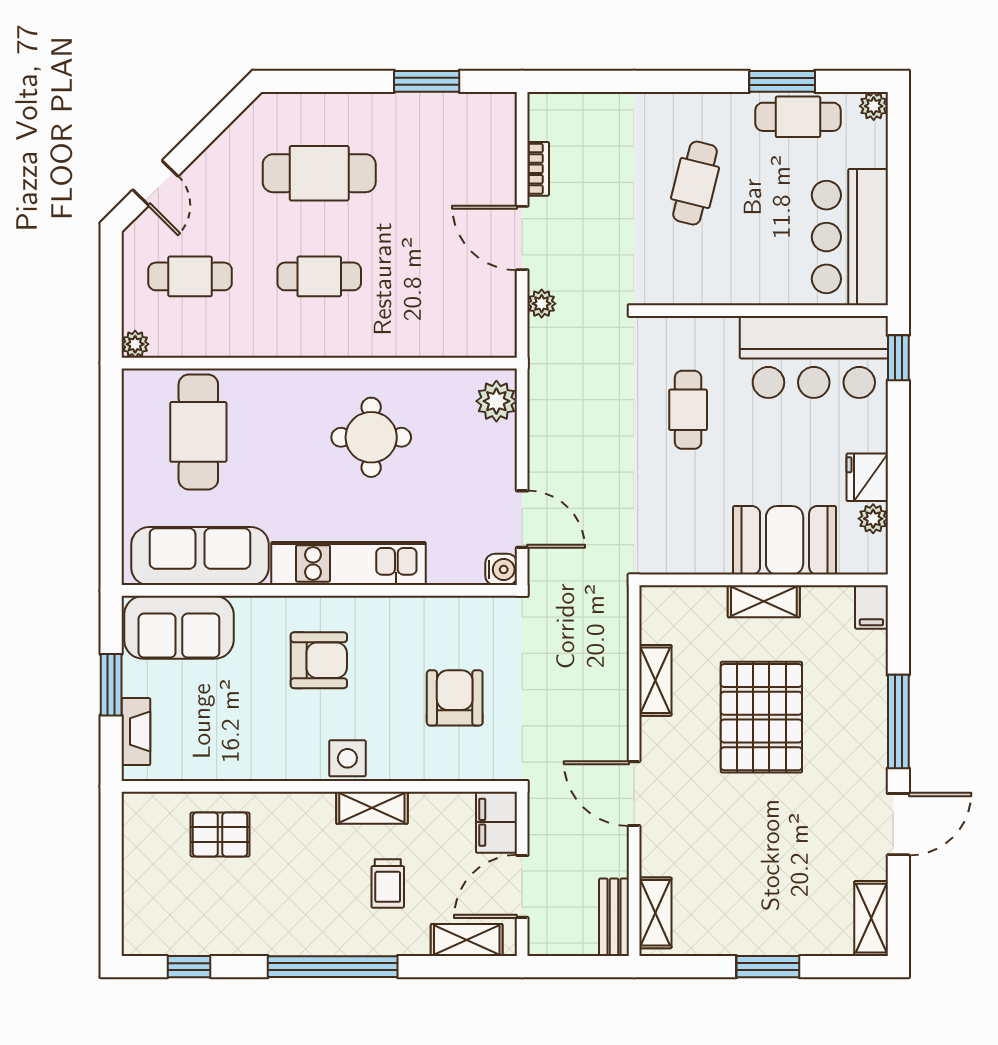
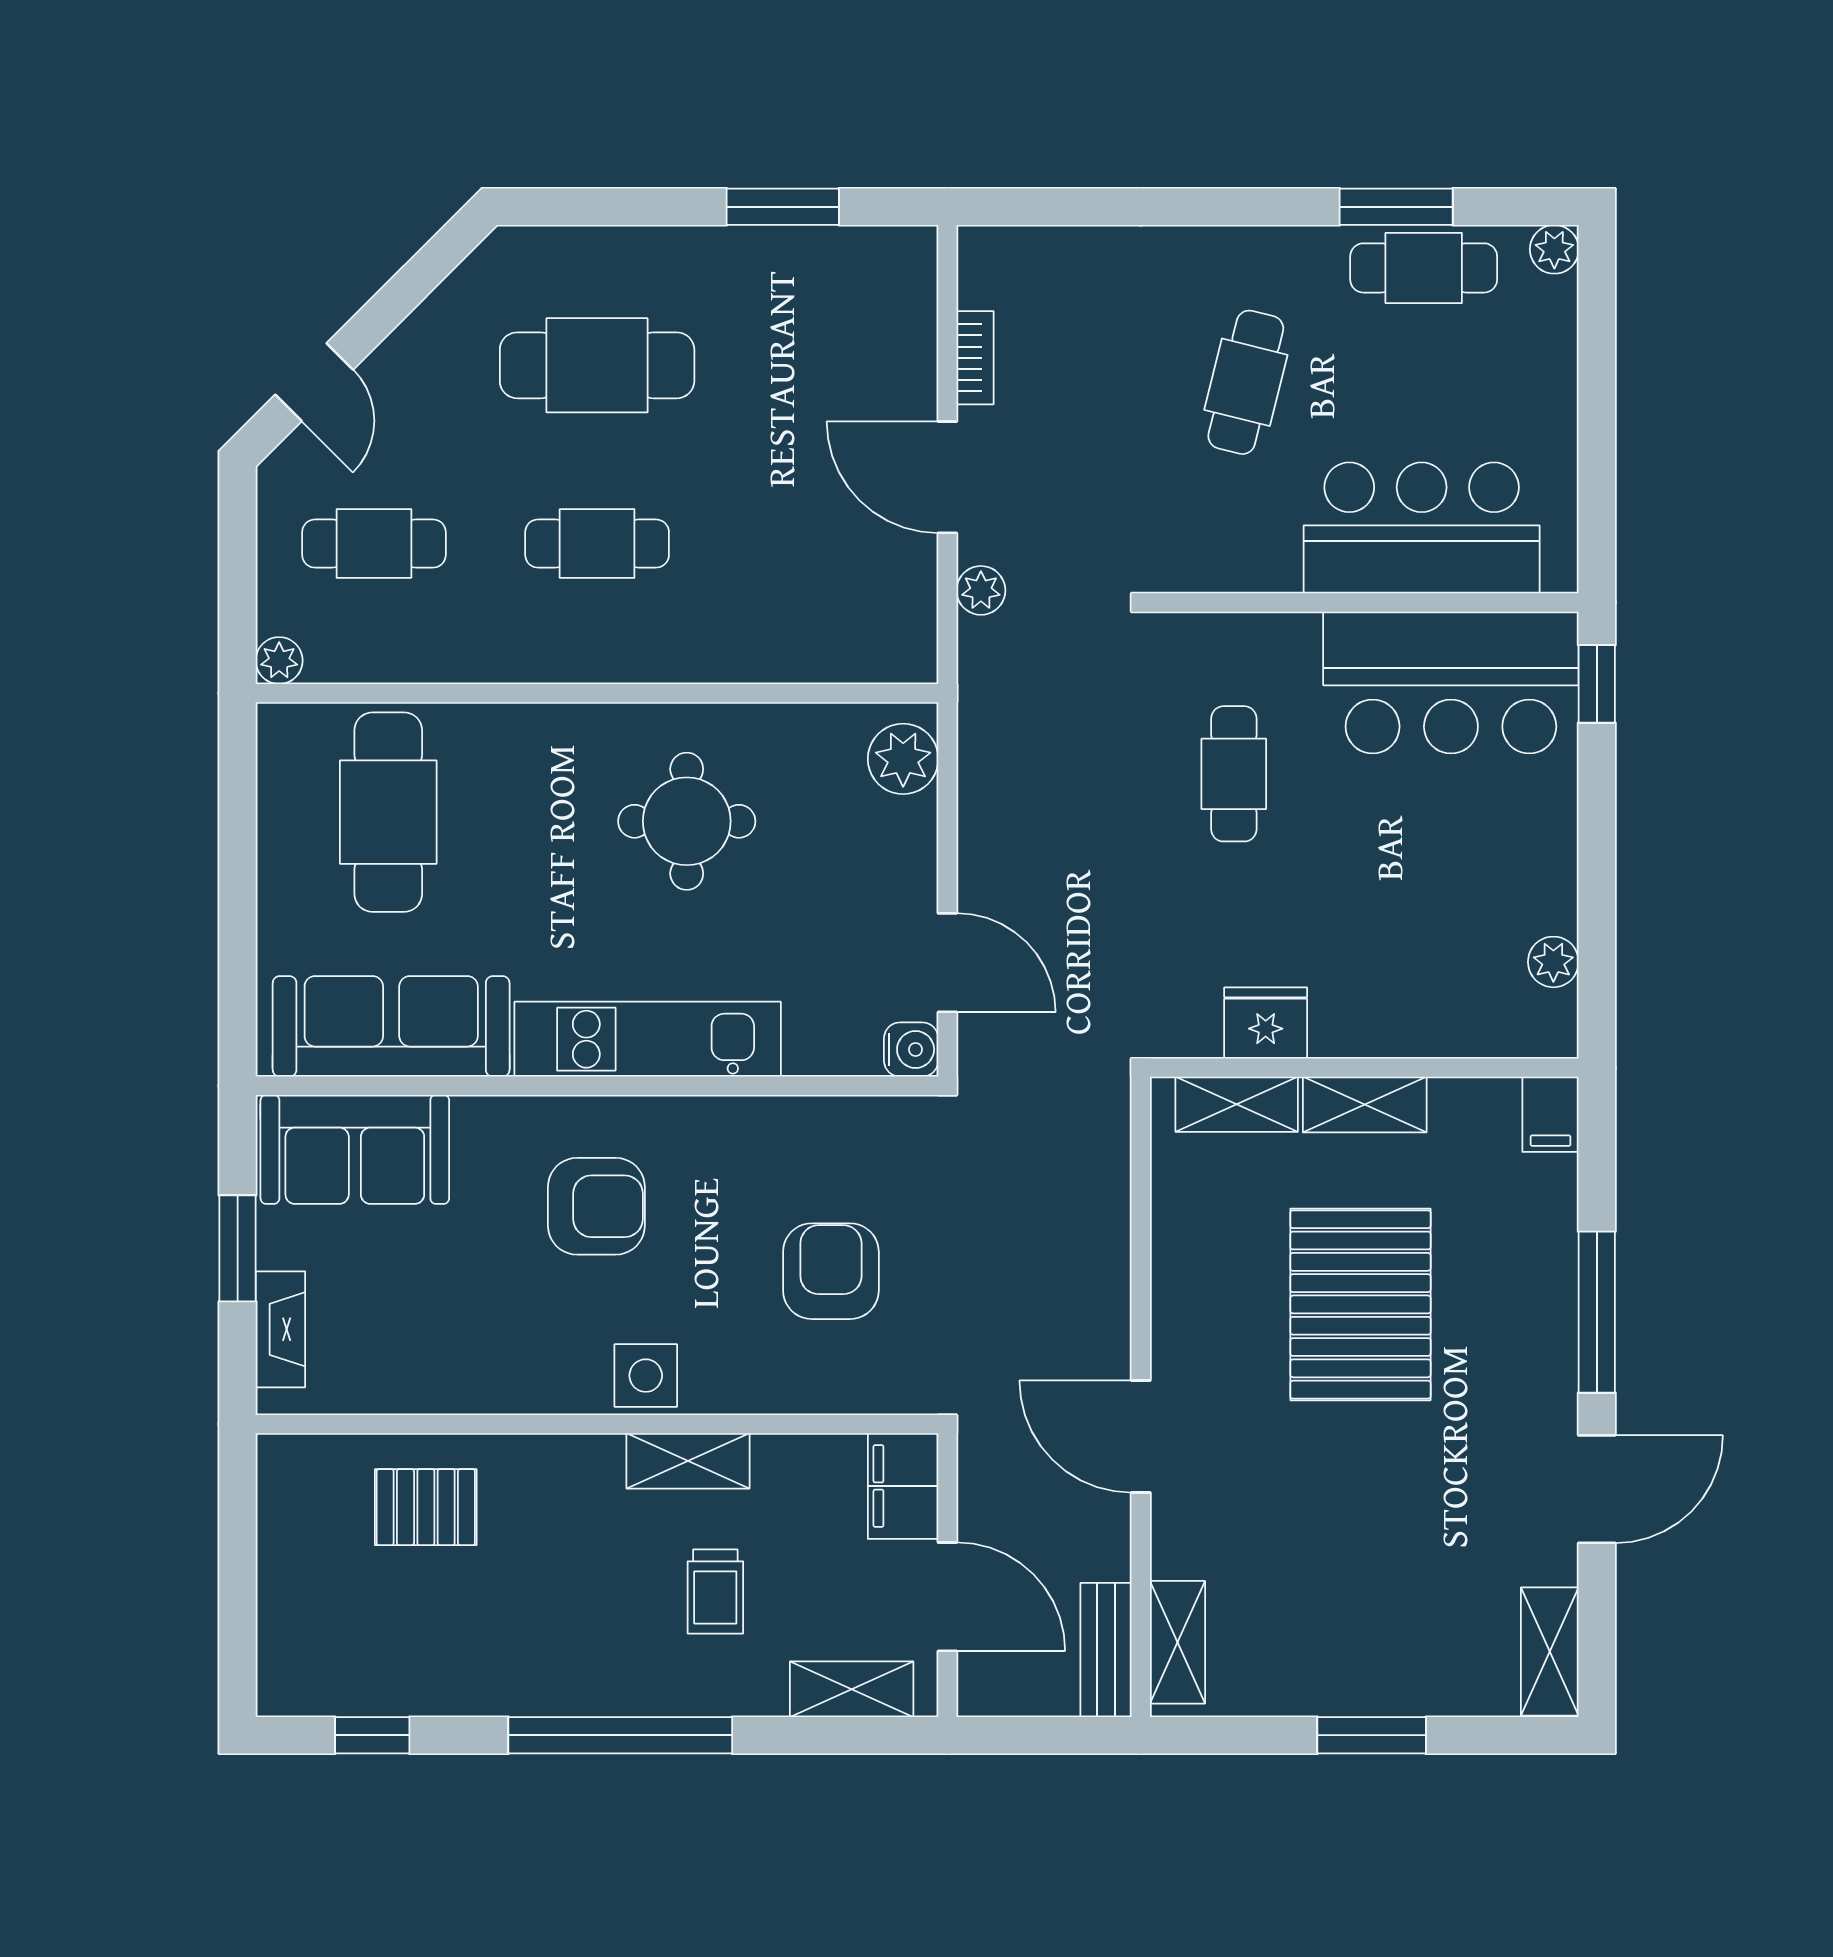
bar counter: (850, 237) -> (1422, 528), moved, turned 90
fridge: (867, 477) -> (1266, 1023), moved, turned 90
booth: (785, 540) -> (1400, 999), removed
shelving: (655, 680) -> (1237, 1104), moved, turned 90
door: (522, 886) -> (947, 1597), swing flipped

